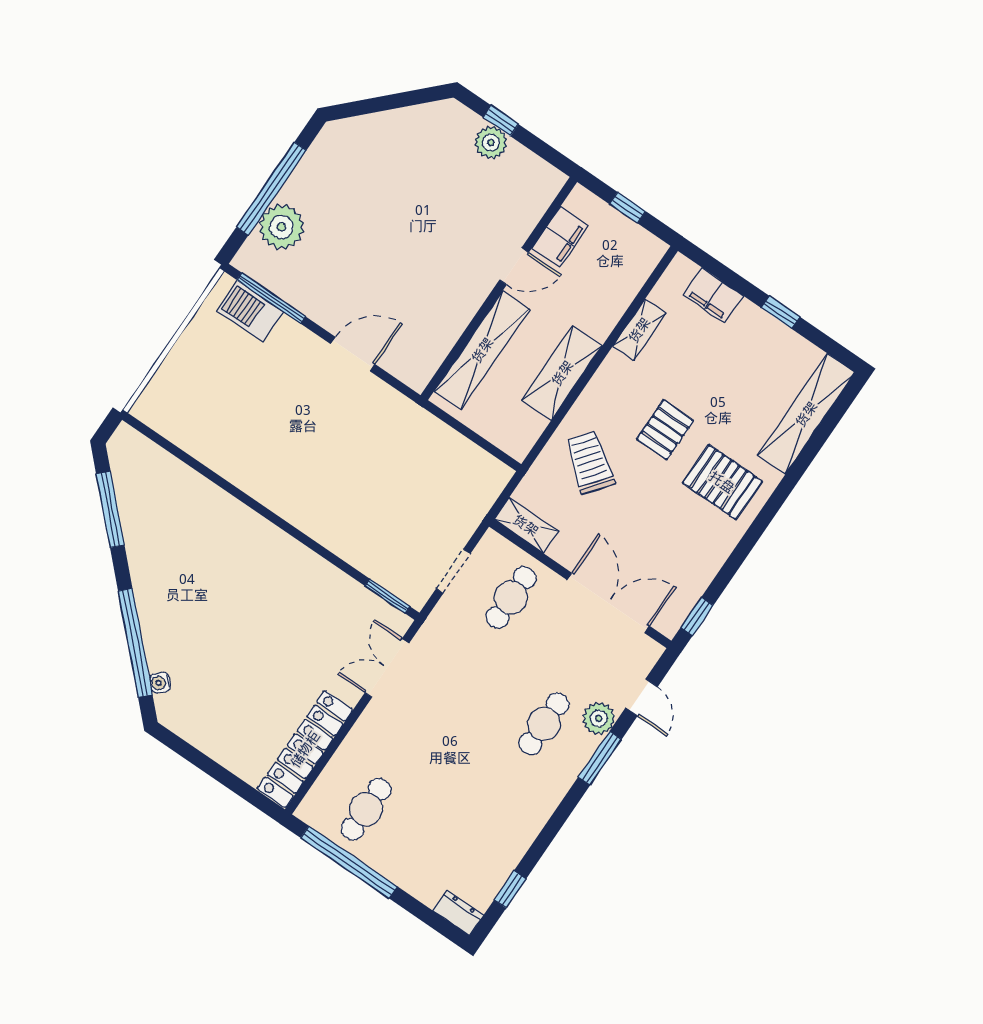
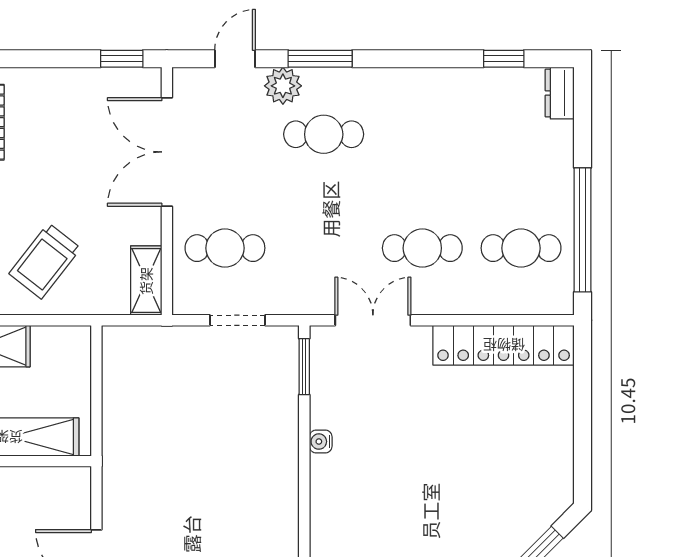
double door: (387, 668) -> (373, 320), swing flipped
water cooler: (160, 683) -> (321, 442), moved, turned 135
cafe table: (414, 739) -> (422, 248), added

